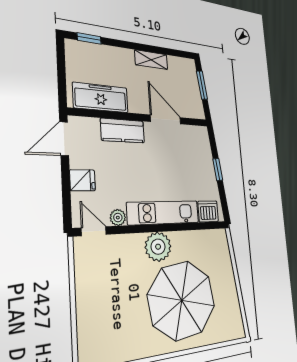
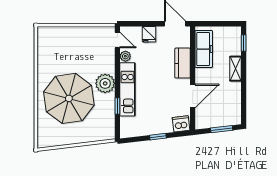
shelving: (151, 60) -> (236, 69), moved
dishwasher: (208, 211) -> (181, 124), moved, turned -97
window: (186, 227) -> (117, 106), added
door: (94, 231) -> (117, 40), hinge flipped

